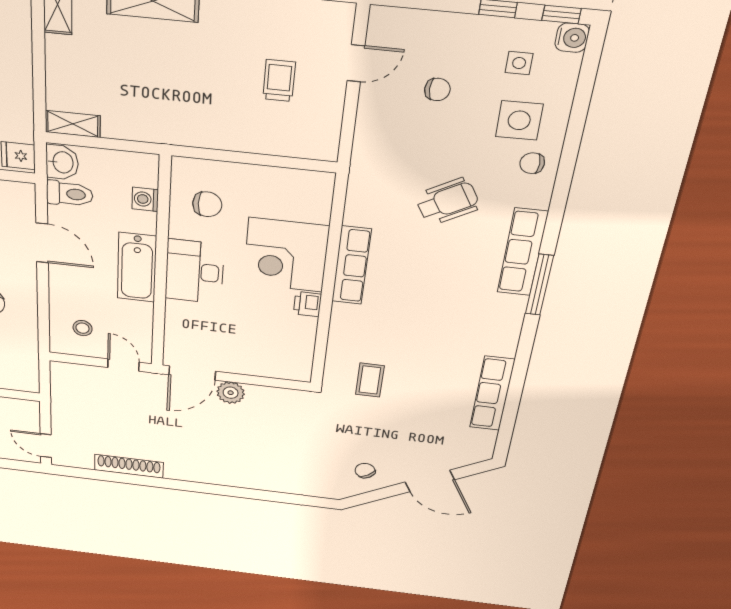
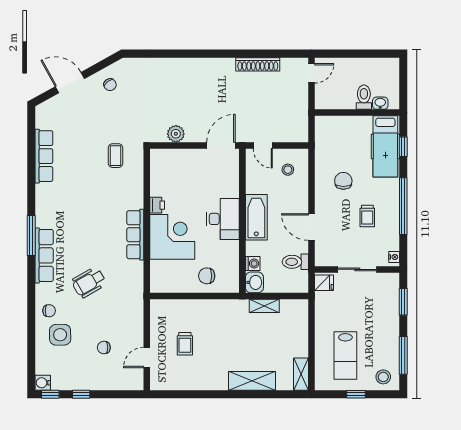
side table: (519, 63) -> (66, 366), removed
shelving: (73, 124) -> (264, 306), moved
washbasin: (62, 162) -> (254, 282), moved, turned 180
chair: (207, 204) -> (207, 276), moved
plant: (231, 393) -> (176, 134), moved
door: (46, 446) -> (311, 73), hinge flipped

